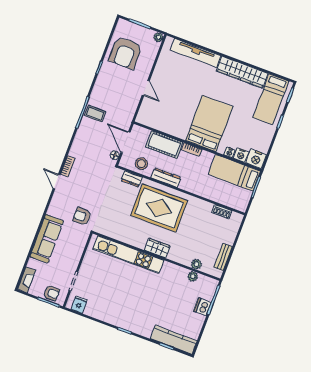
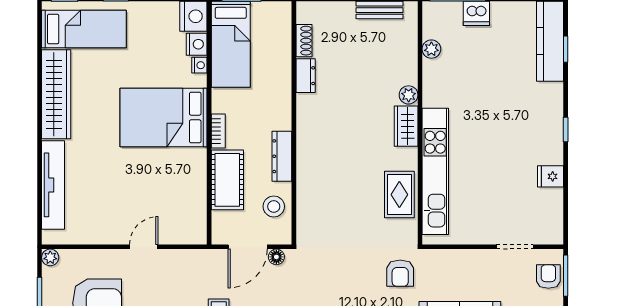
dresser: (132, 179) -> (306, 76), moved
rug: (159, 208) -> (399, 195), moved, width x0.54, depth x0.49
plant: (196, 264) -> (409, 95), moved
fridge: (79, 305) -> (551, 176), moved

